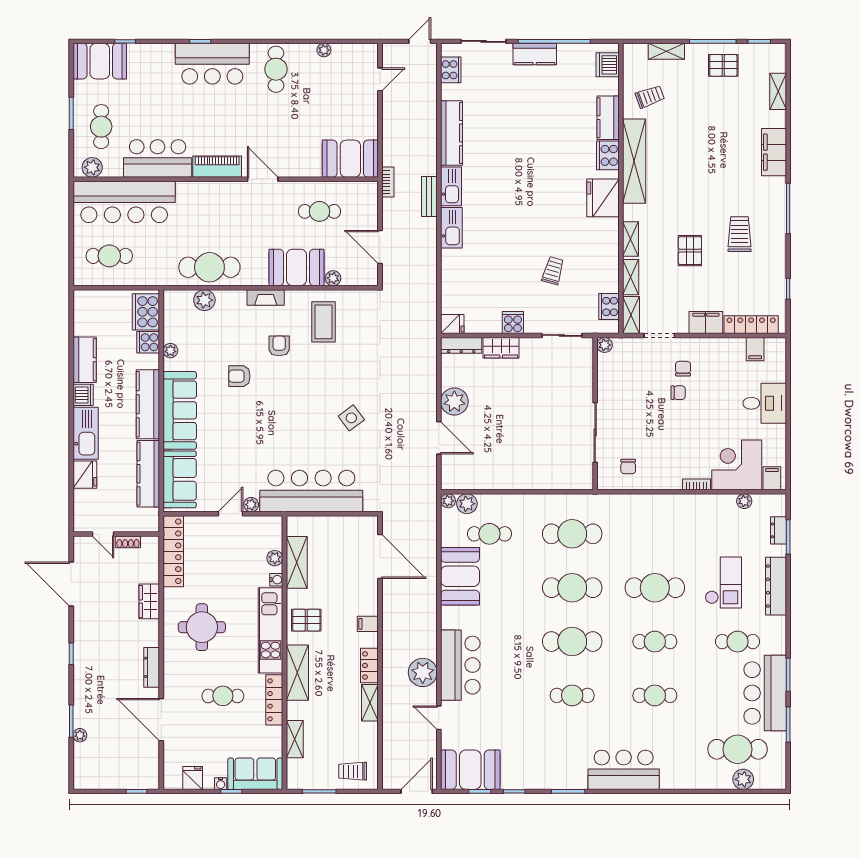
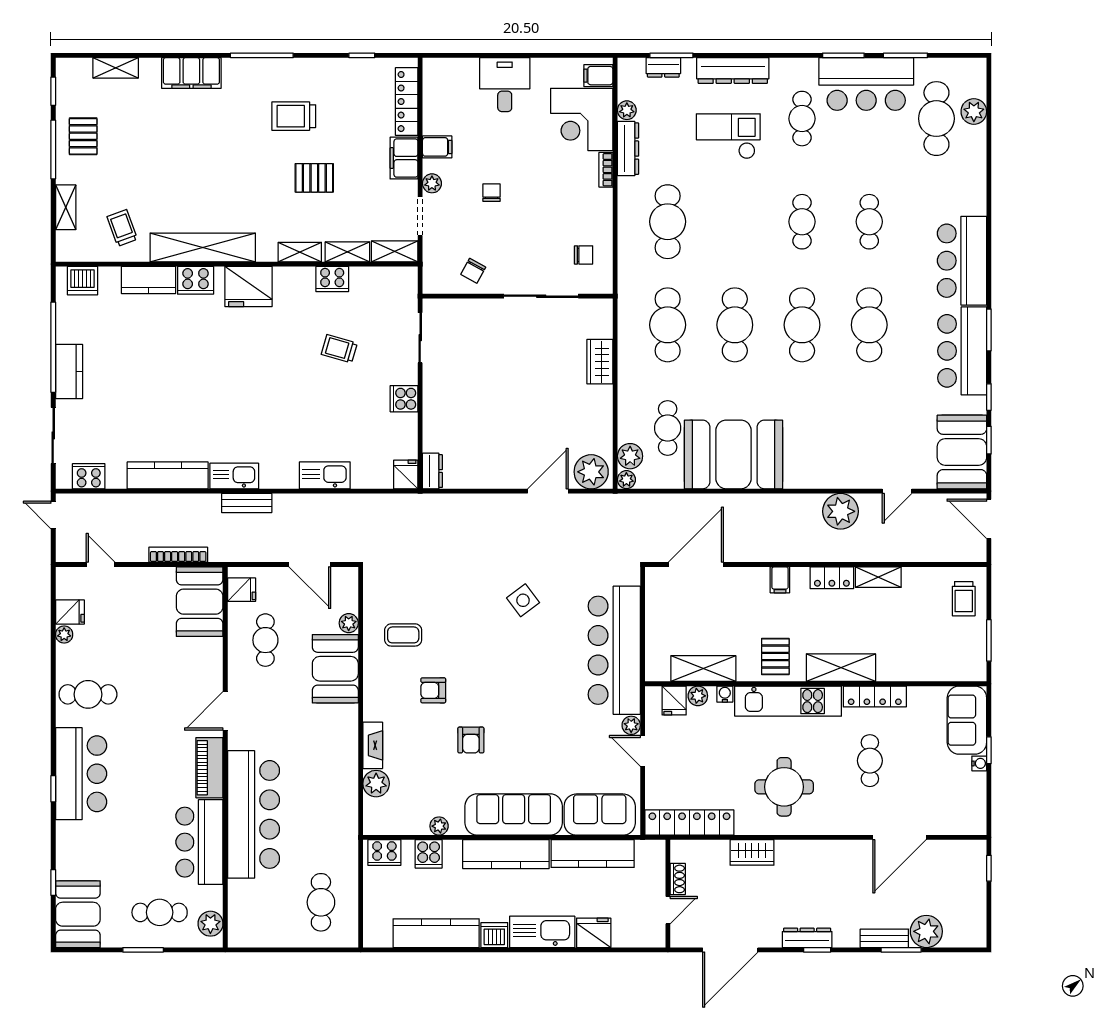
fridge: (342, 55) -> (70, 612), added
bookcase: (388, 182) -> (178, 555), moved, width x1.56
fridge: (360, 192) -> (242, 590), added
bar counter: (124, 202) -> (254, 814), moved
kitchen sink: (451, 228) -> (325, 475), moved
door: (380, 247) -> (310, 565), hinge flipped
cafe table: (209, 267) -> (335, 777), removed
fireplace: (266, 297) -> (373, 745), moved
cooker: (609, 306) -> (332, 279), moved
cooker: (146, 312) -> (384, 853), width x0.73, depth x0.76
coffee table: (324, 322) -> (403, 635), width x0.73, depth x0.77
dresser: (461, 345) -> (432, 471), width x0.70
plant: (605, 345) -> (432, 183), moved
wardrobe: (501, 348) -> (600, 362), moved, turned 180
filing cabinet: (755, 349) -> (437, 147), moved
kitchen counter: (85, 360) -> (436, 933), width x1.50
chair: (683, 369) -> (473, 271), moved, turned -61
plant: (454, 402) -> (591, 472), moved
dresser: (713, 502) -> (628, 149), added
booth: (460, 576) -> (733, 454), width x1.36, depth x1.42
cafe table: (655, 588) -> (668, 222), moved
bar counter: (460, 665) -> (962, 351), moved, turned -90
dresser: (152, 667) -> (807, 938), moved, turned 180
cafe table: (572, 695) -> (869, 325), width x1.37, depth x1.35
bench: (80, 708) -> (884, 938), added
plant: (80, 735) -> (926, 931), width x1.88, depth x1.88
shelving: (295, 739) -> (924, 671), removed
fridge: (193, 778) -> (674, 700), moved, turned -90

